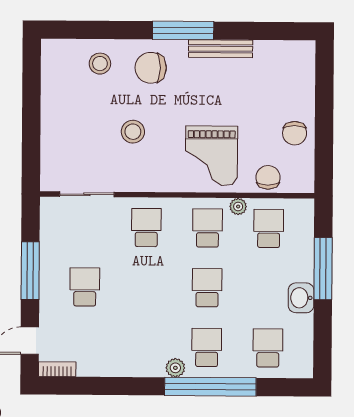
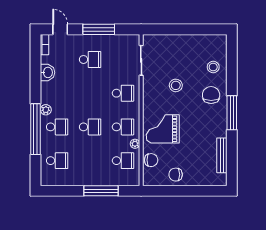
bench: (221, 49) -> (222, 155), moved
washbasin: (301, 298) -> (48, 72), moved, turned 90

